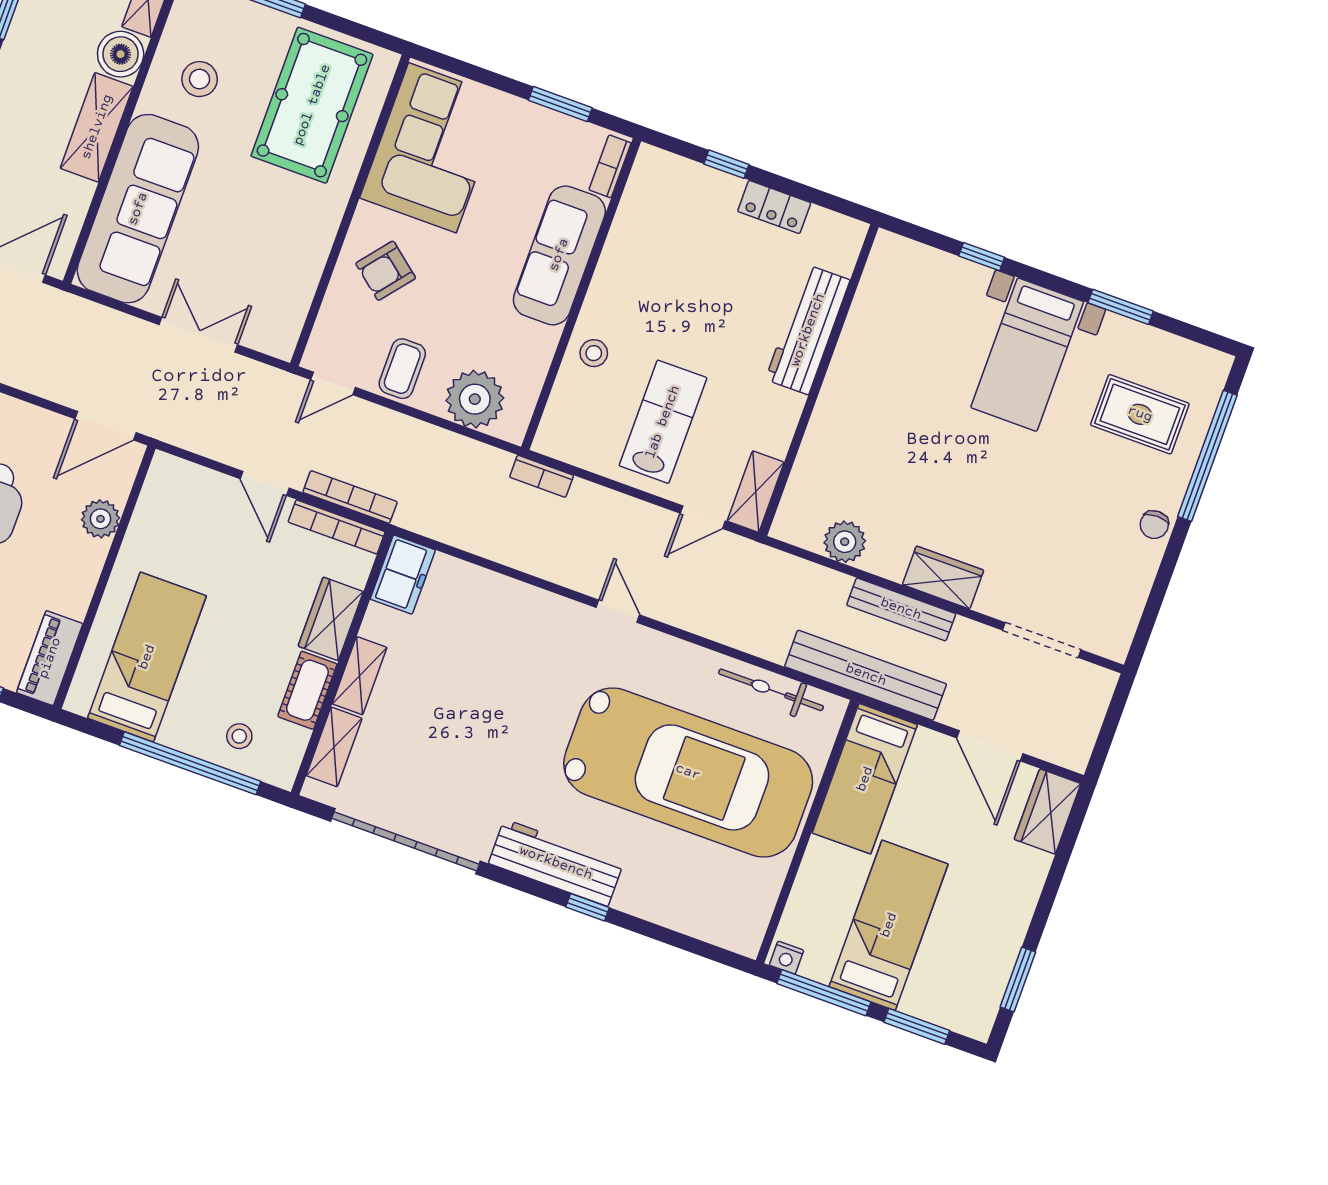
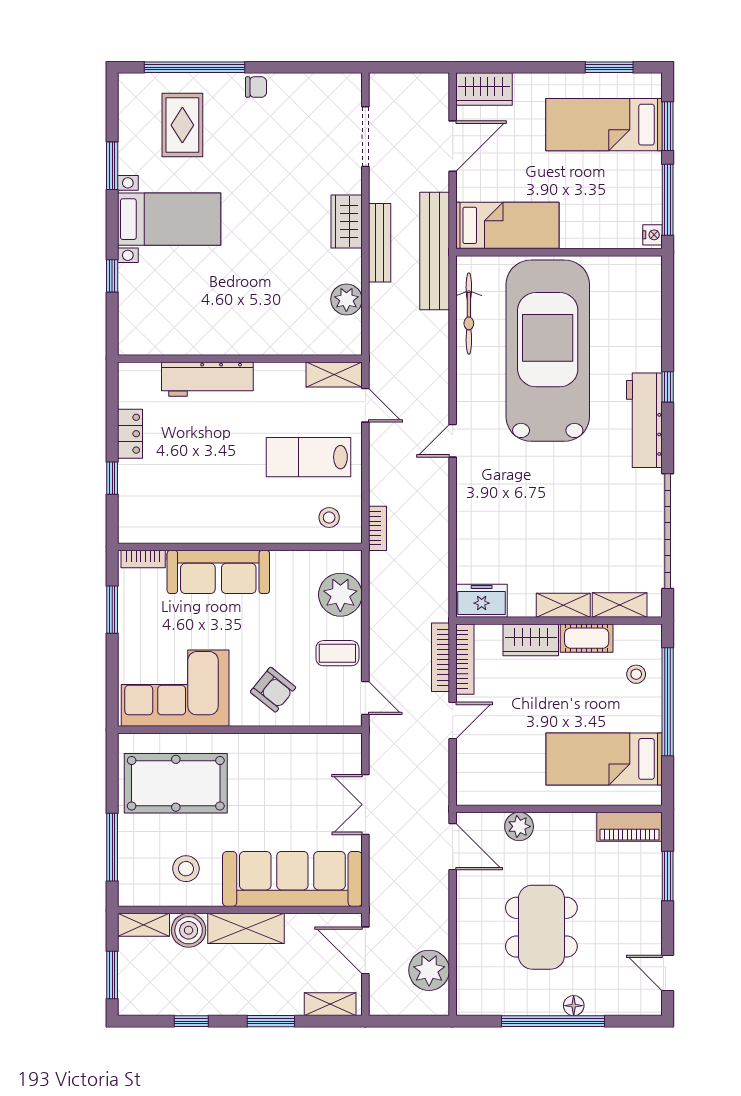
stool: (594, 353) -> (329, 518), moved
bed: (889, 925) -> (604, 125), moved

